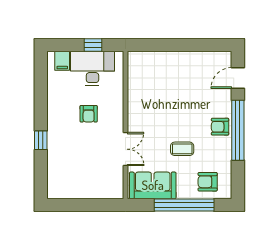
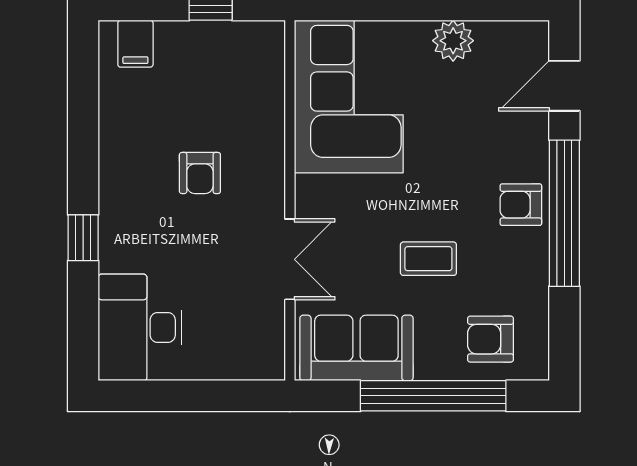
plant: (192, 60) -> (453, 41), added
desk: (92, 68) -> (140, 327), moved, turned -90
corner sofa: (150, 82) -> (349, 96), added

